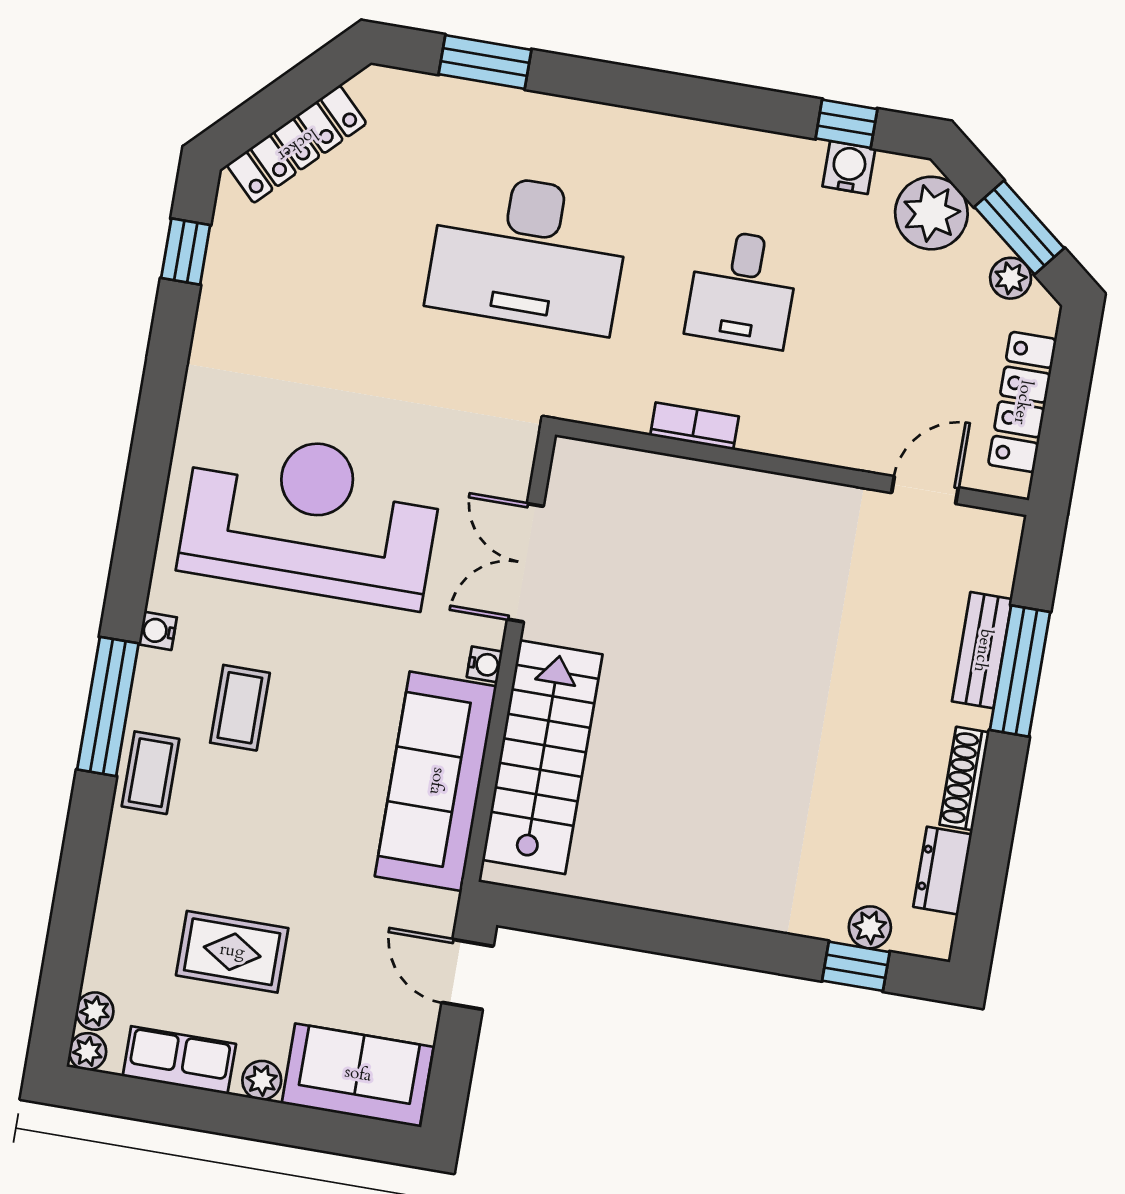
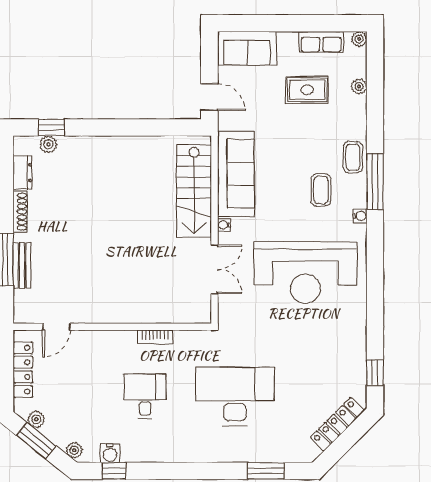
plant: (931, 213) -> (74, 450), width x0.53, depth x0.53
plant: (95, 1011) -> (359, 86), moved
plant: (262, 1080) -> (286, 39), removed

